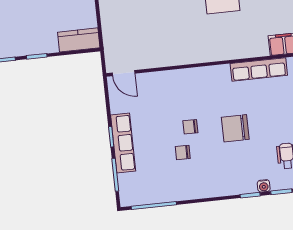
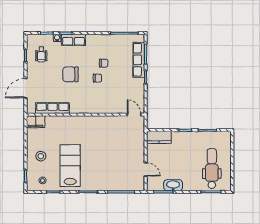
chair: (235, 128) -> (70, 74), turned 180
row of seats: (123, 143) -> (139, 60), moved
row of seats: (236, 185) -> (74, 40), added

